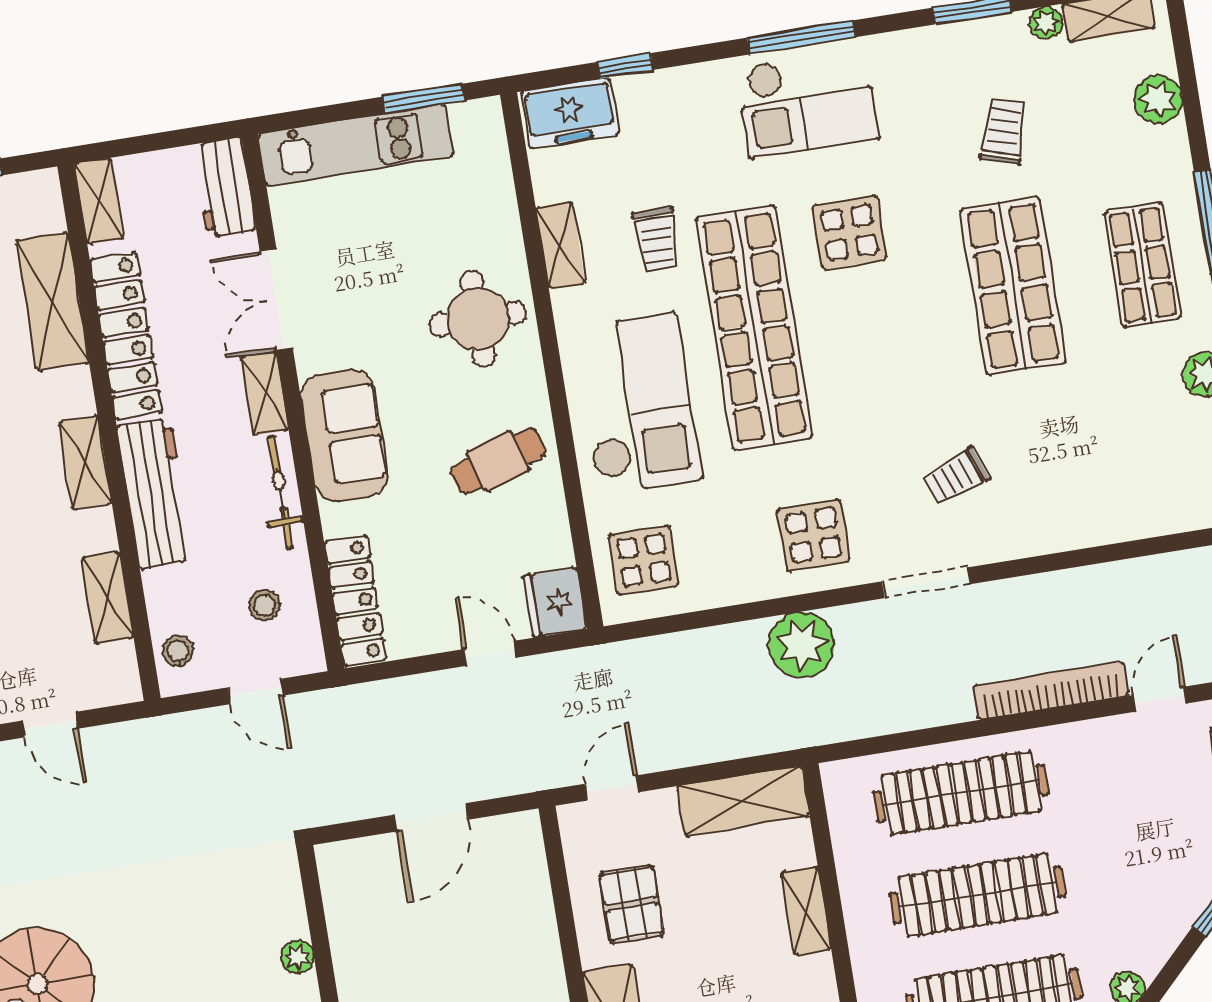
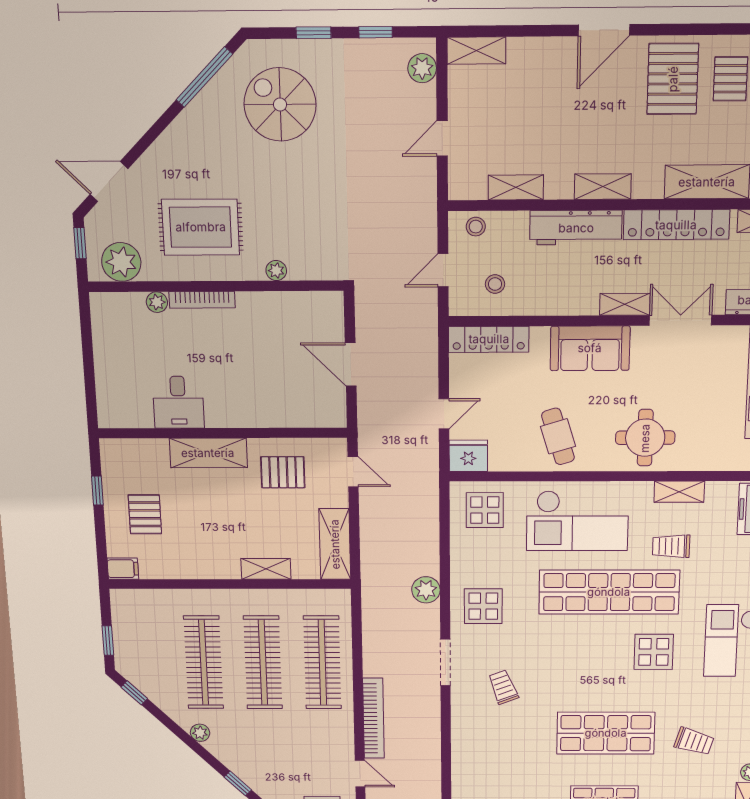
bicycle: (281, 492) -> (563, 305), removed
plant: (801, 645) -> (426, 590), width x0.73, depth x0.73

